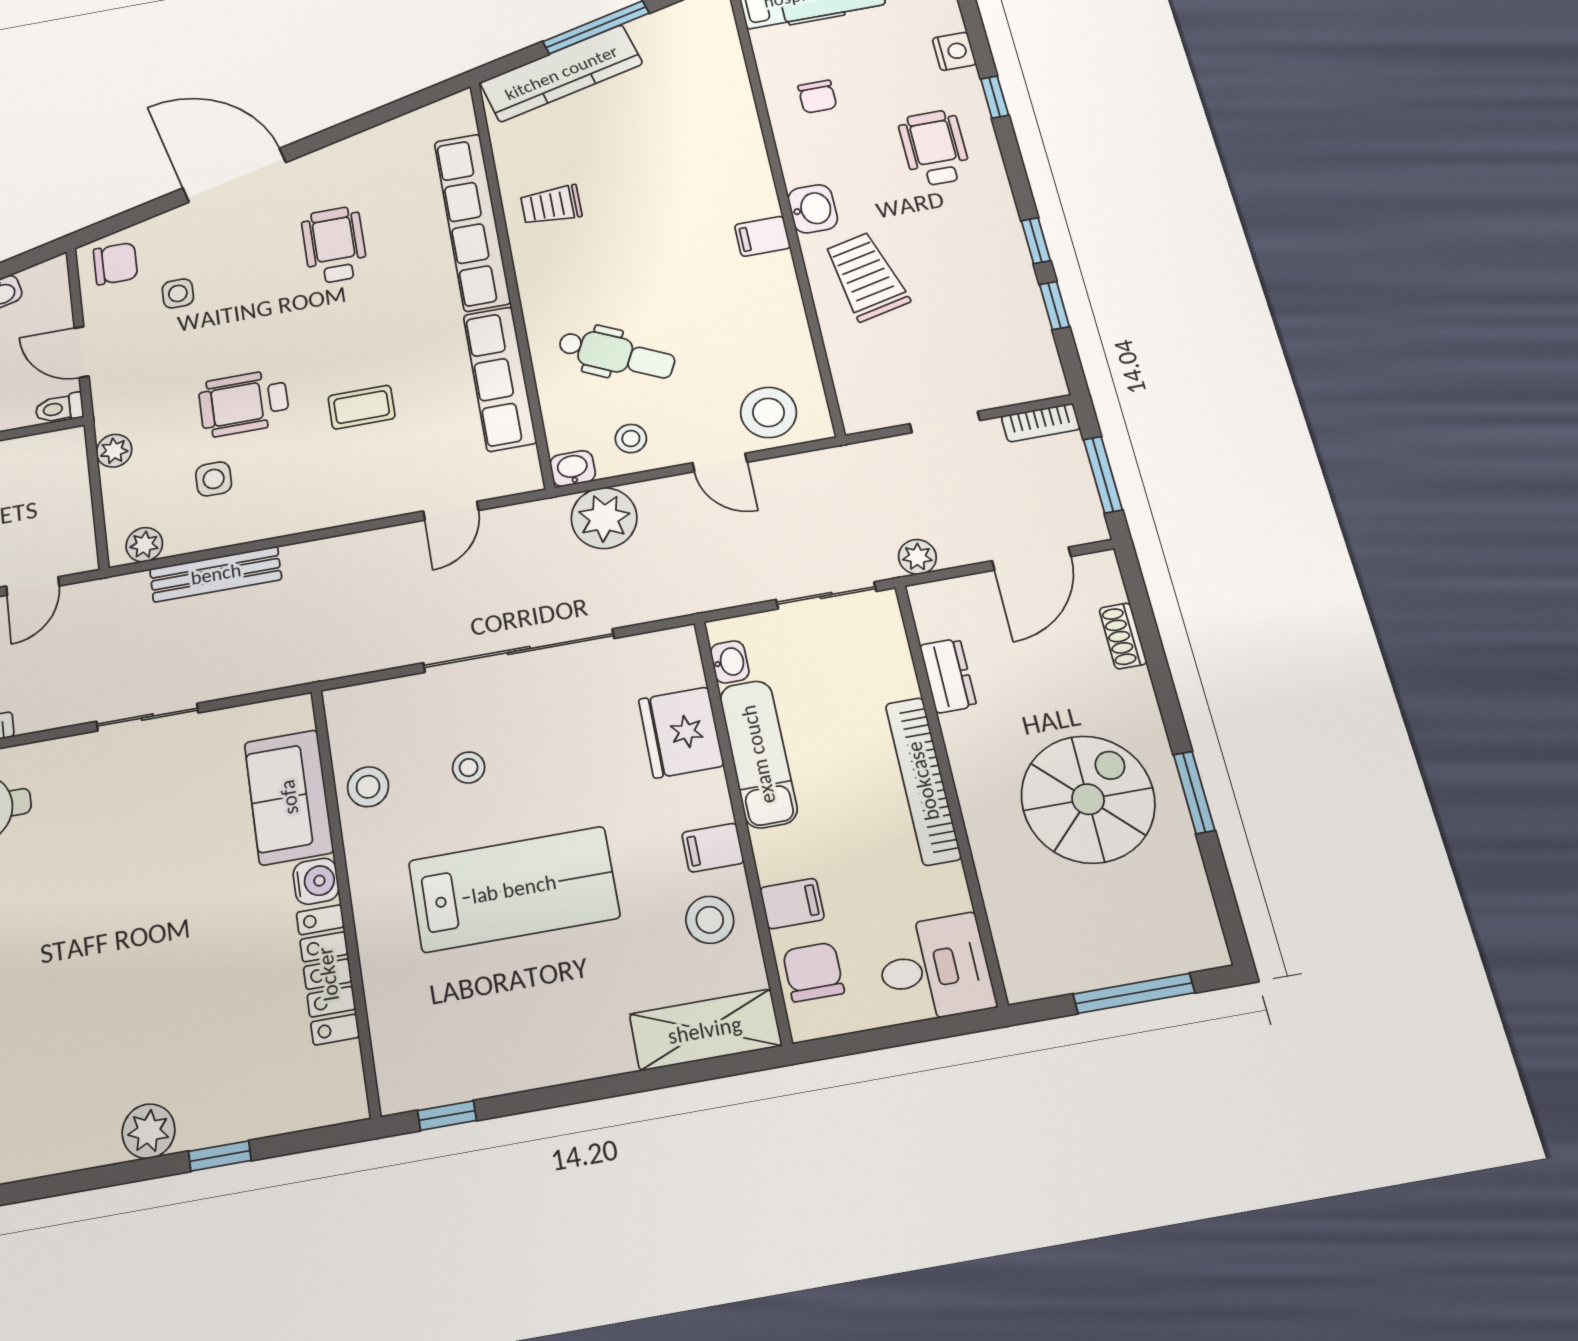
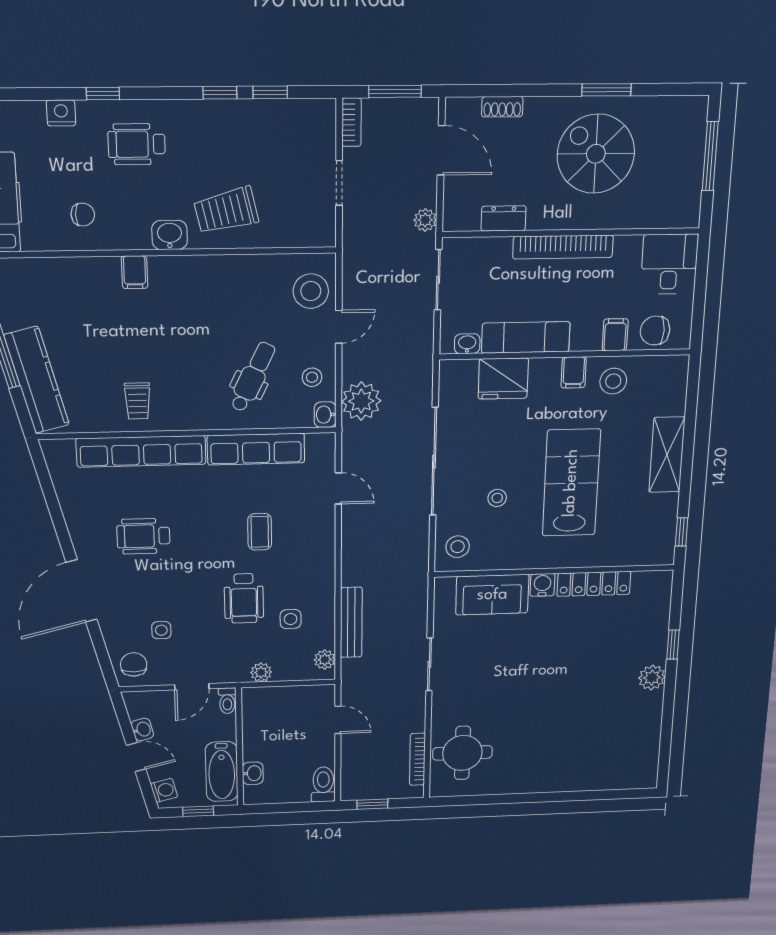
filing cabinet: (762, 236) -> (135, 272), moved
stool: (368, 787) -> (458, 547), moved
shelving: (705, 1030) -> (667, 455), moved

